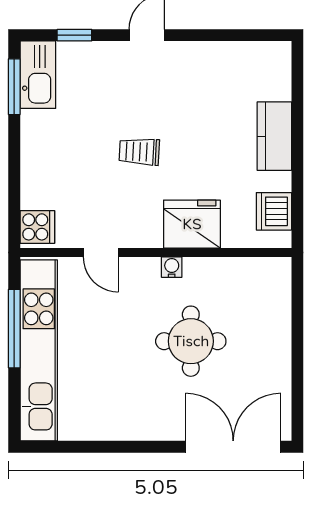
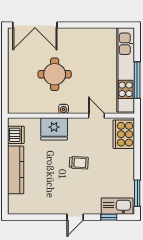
kitchen sink: (38, 75) -> (117, 206), moved, turned 90
kitchen counter: (274, 136) -> (16, 170), width x1.50
cooker: (37, 227) -> (124, 134), width x1.87, depth x1.31

